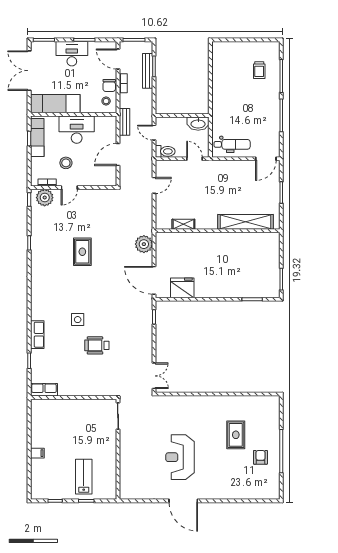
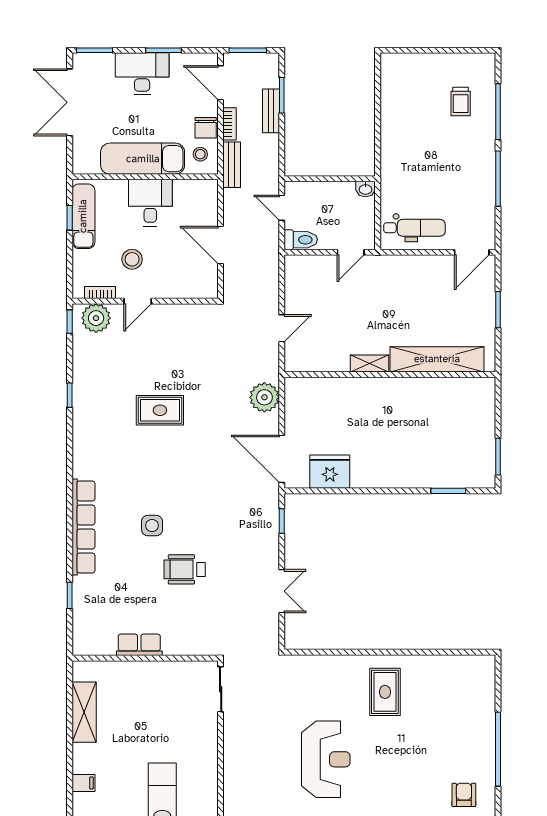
bench: (148, 71) -> (271, 111), width x0.73
exam couch: (55, 104) -> (143, 159), moved
bench: (125, 122) -> (232, 165), moved
washbasin: (198, 124) -> (365, 189), width x0.52, depth x0.69
desk: (77, 130) -> (150, 203), width x0.73
door: (118, 154) -> (221, 245), hinge flipped
door: (195, 159) -> (351, 252), swing flipped
door: (154, 185) -> (282, 328), moved
shelving: (183, 224) -> (369, 364), moved
rug: (82, 252) -> (160, 410), turned 90
row of seats: (37, 335) -> (83, 527), width x2.02
double door: (154, 376) -> (282, 591), moved
row of seats: (44, 390) -> (139, 645), moved
shelving: (38, 429) -> (84, 712), added
rug: (236, 435) -> (385, 692), moved
filing cabinet: (37, 453) -> (83, 783), moved
reception desk: (180, 457) -> (326, 759), turned 180
armchair: (260, 457) -> (464, 795), moved

